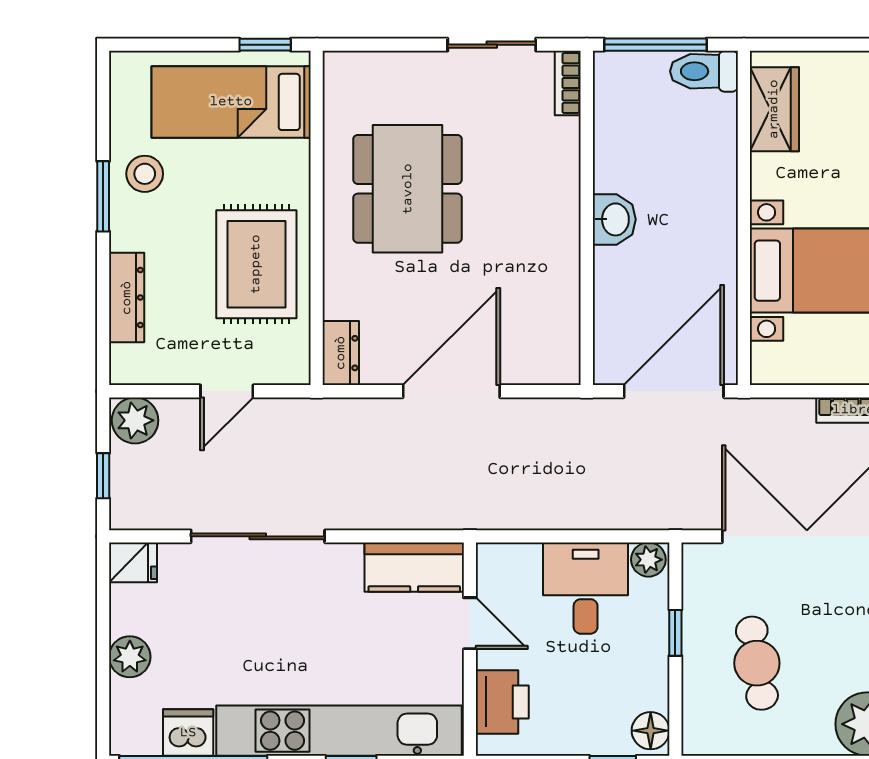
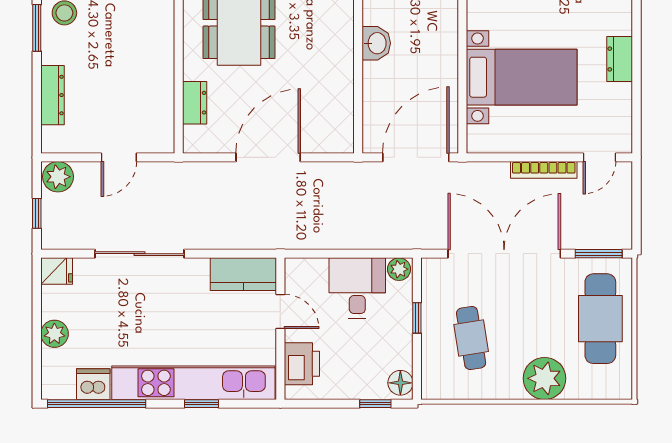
rug: (256, 264) -> (139, 73), removed
dresser: (341, 353) -> (195, 103), moved

